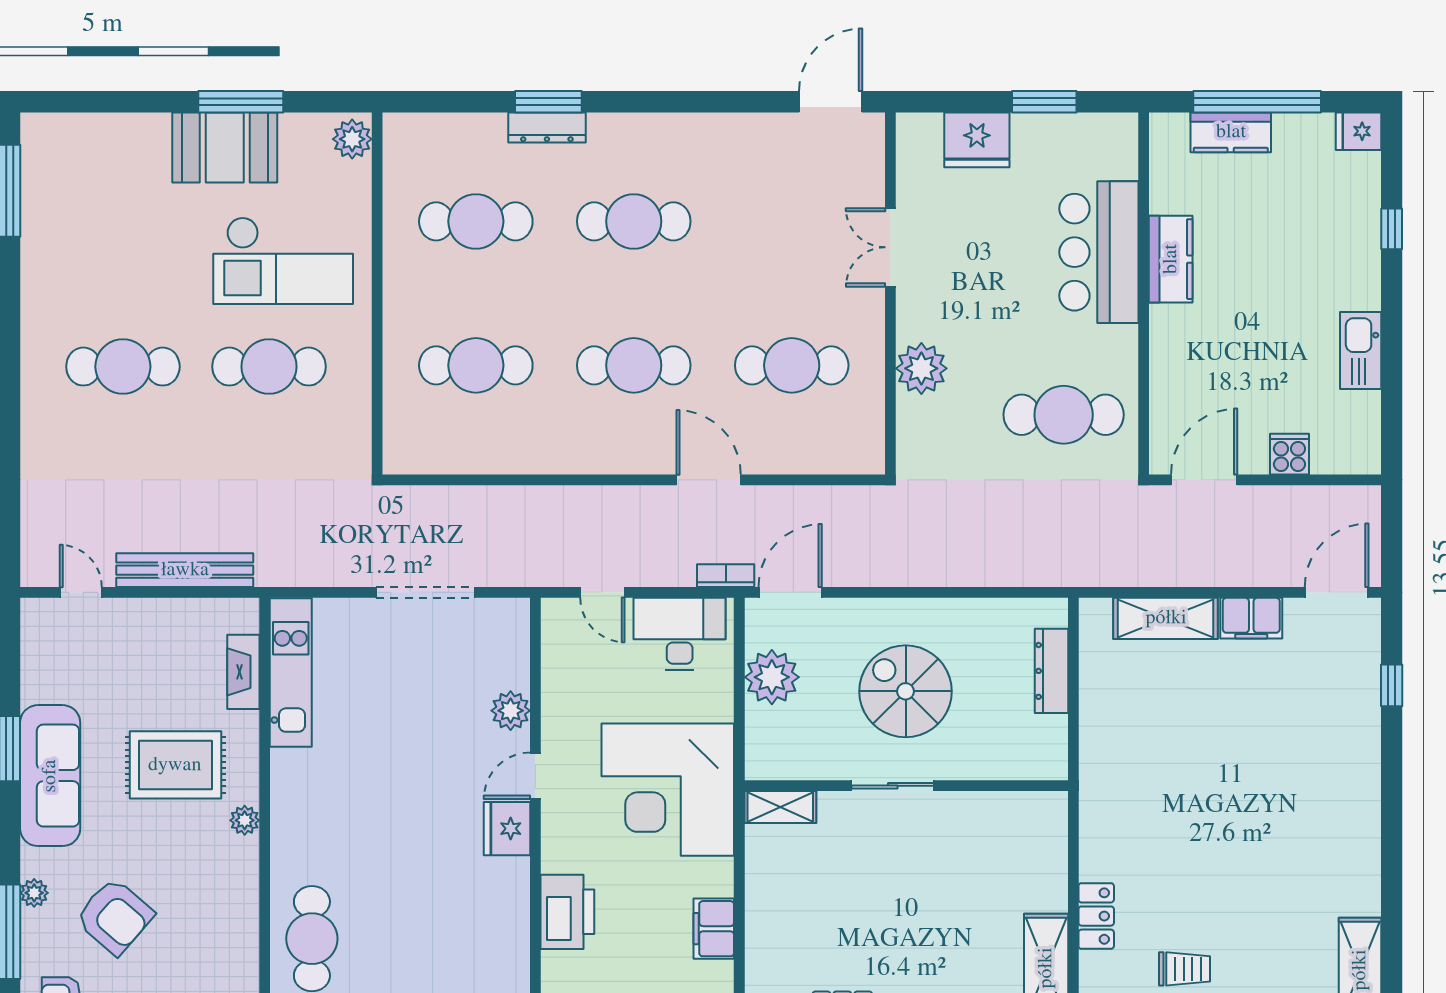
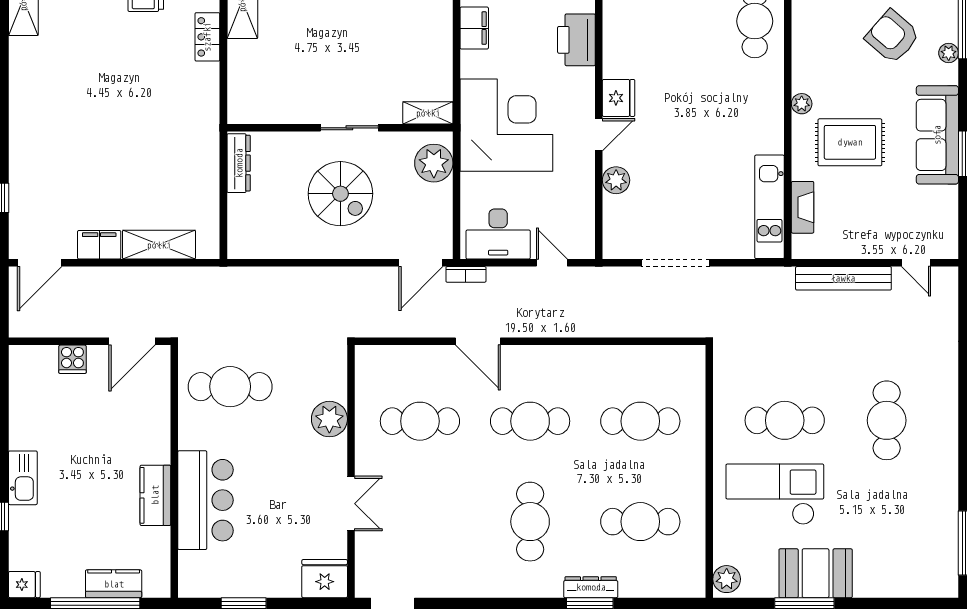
fridge: (977, 140) -> (325, 579), moved
cafe table: (634, 221) -> (530, 522), turned 90
kitchen sink: (1361, 351) -> (23, 478), moved
cafe table: (123, 367) -> (887, 420), turned 90
dresser: (1052, 671) -> (239, 163), moved
plant: (772, 677) -> (434, 163), moved

